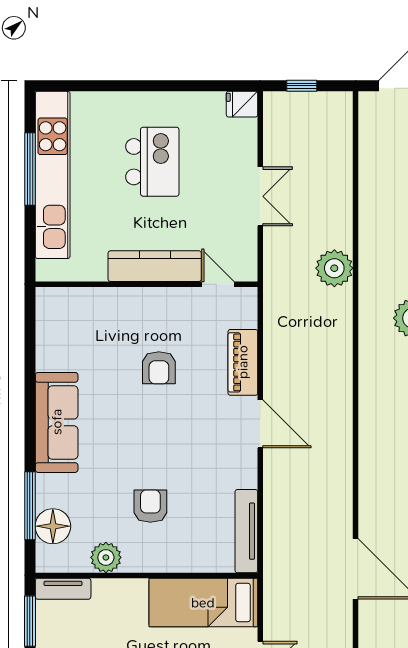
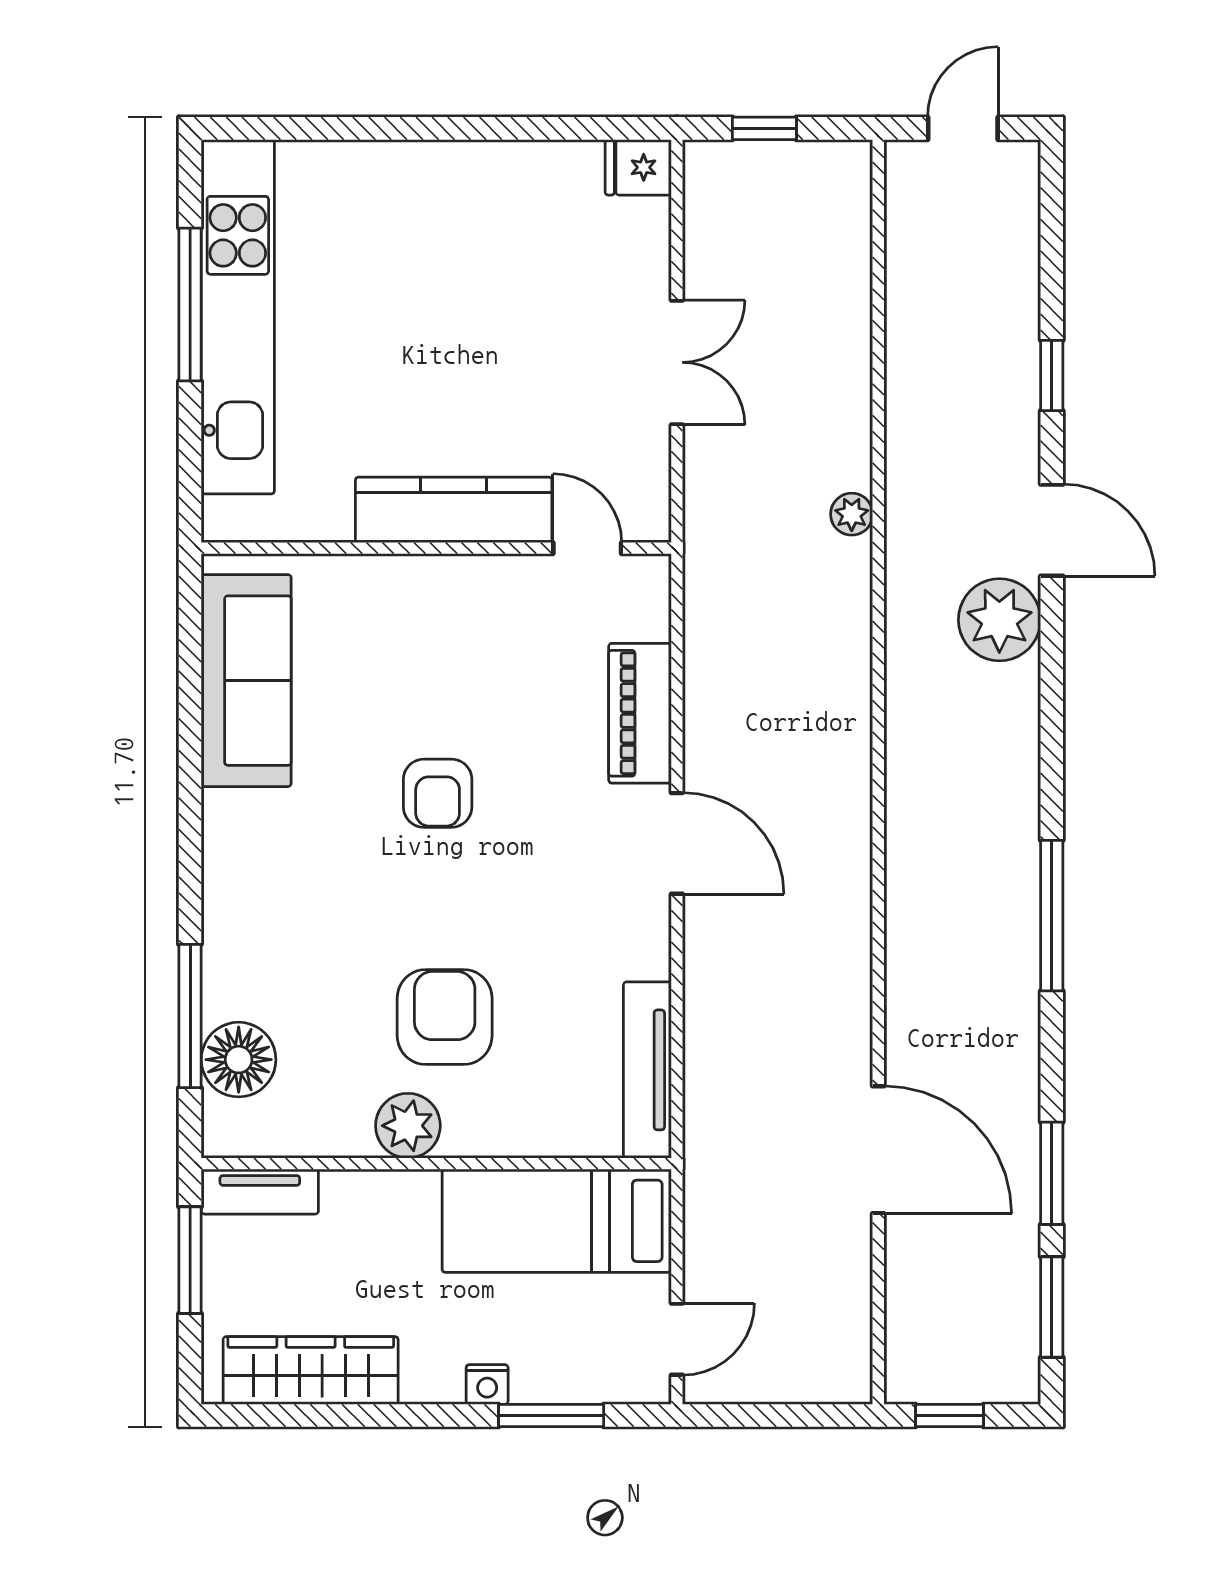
kitchen island: (152, 162) -> (449, 289), removed
plant: (334, 268) -> (852, 514), width x0.53, depth x0.53
armchair: (159, 368) -> (438, 793), moved
sofa: (57, 422) -> (246, 681), moved
armchair: (150, 506) -> (445, 1017), width x1.38, depth x1.38
plant: (106, 557) -> (408, 1126), moved

